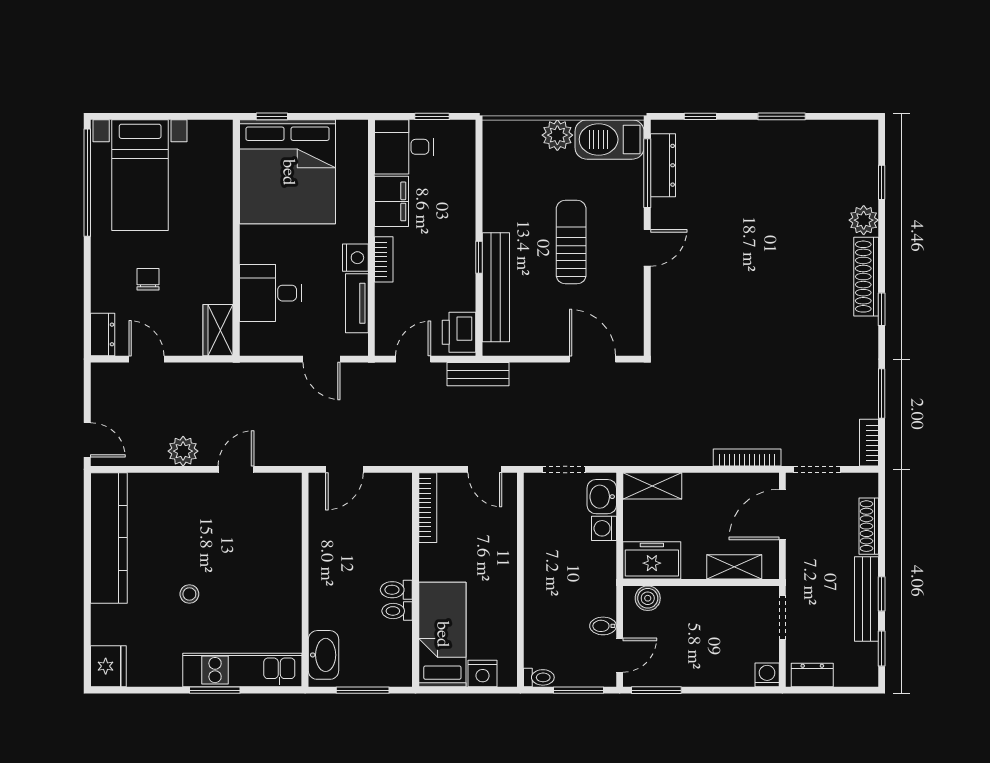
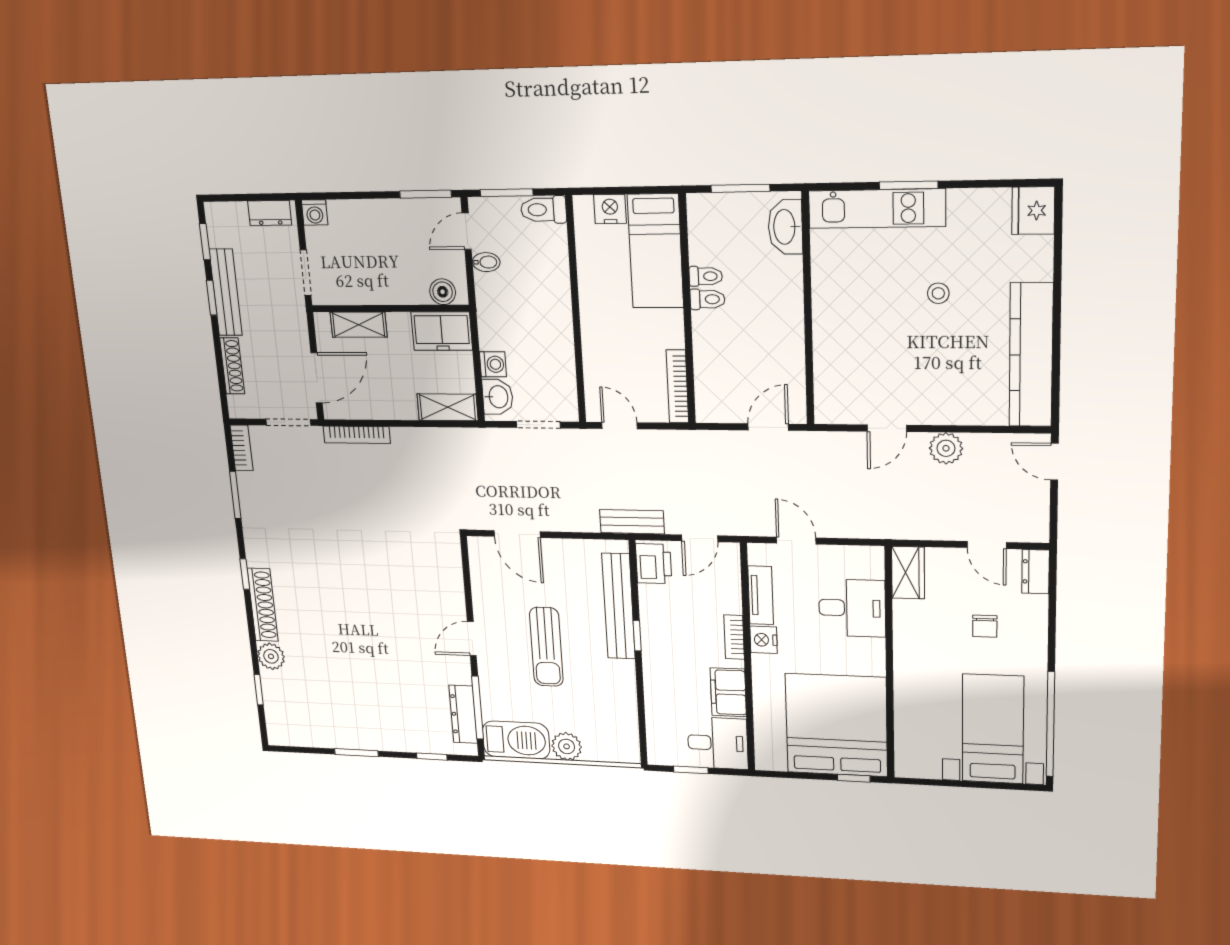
toilet: (539, 677) -> (544, 210), width x1.37, depth x1.39

